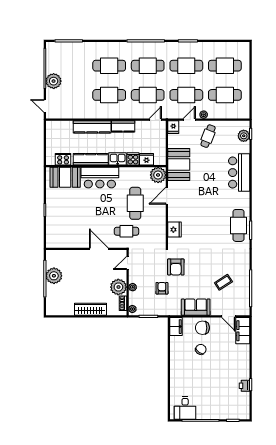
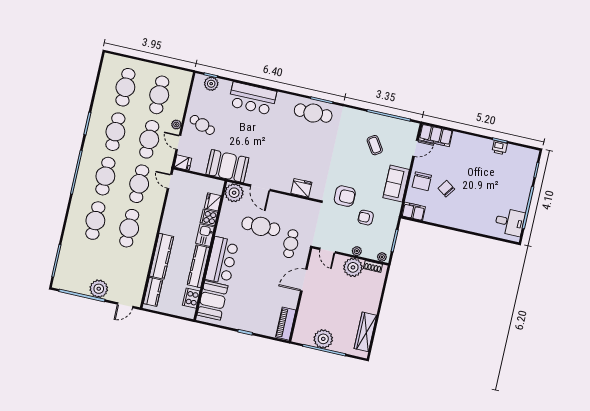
kitchen counter: (123, 126) -> (153, 292), moved
piano: (60, 242) -> (286, 324), added
wardrobe: (90, 309) -> (365, 332), moved

